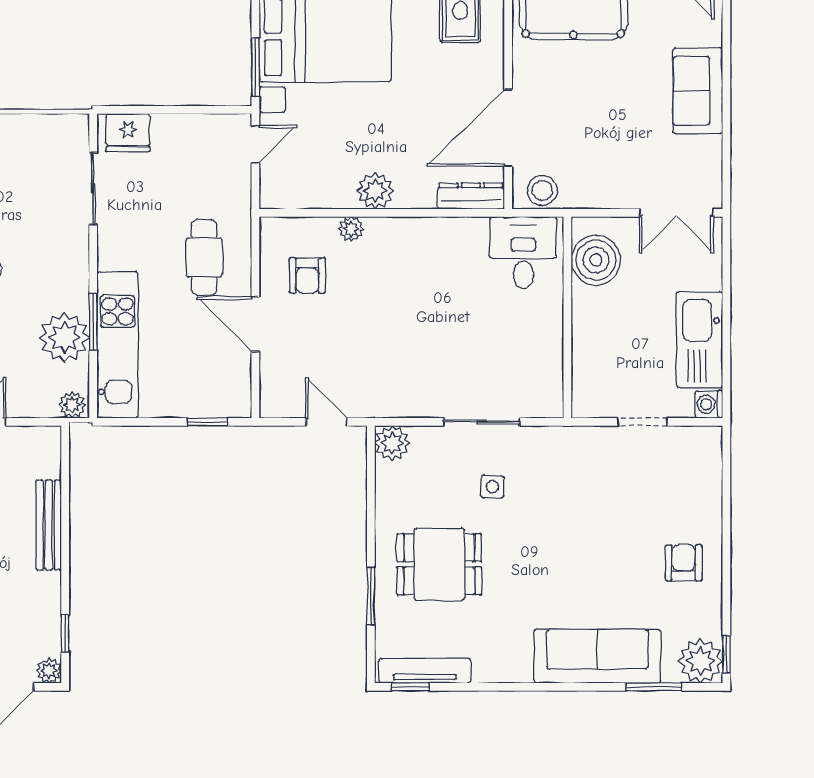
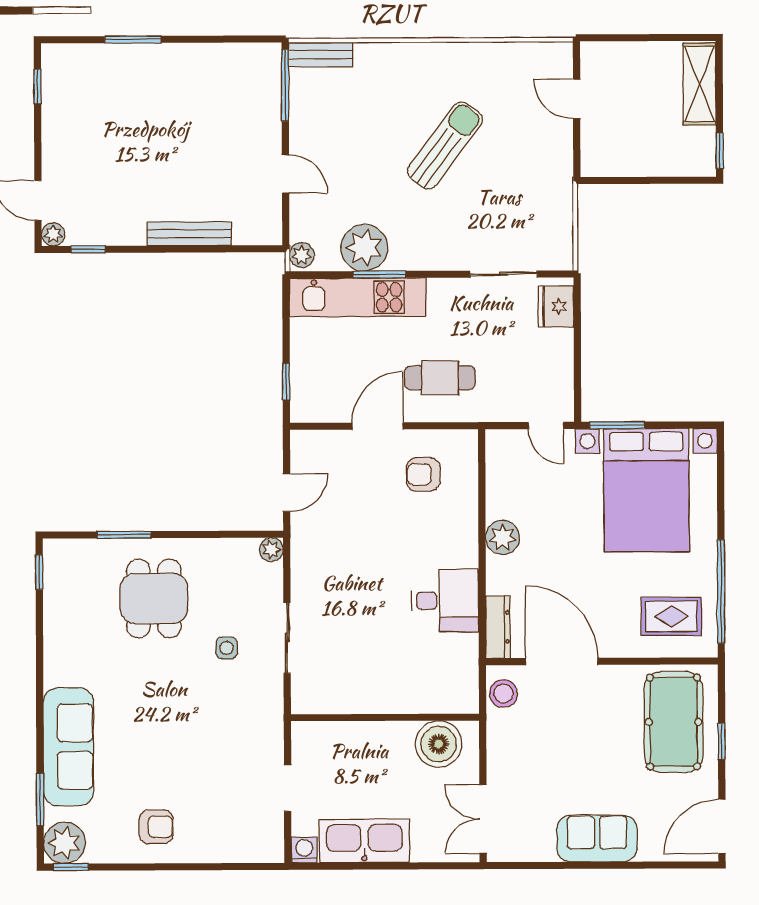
plant: (351, 229) -> (467, 515), removed
desk: (523, 253) -> (445, 601), moved
plant: (392, 443) -> (271, 550), width x0.73, depth x0.73
tv unit: (425, 671) -> (54, 585), removed

